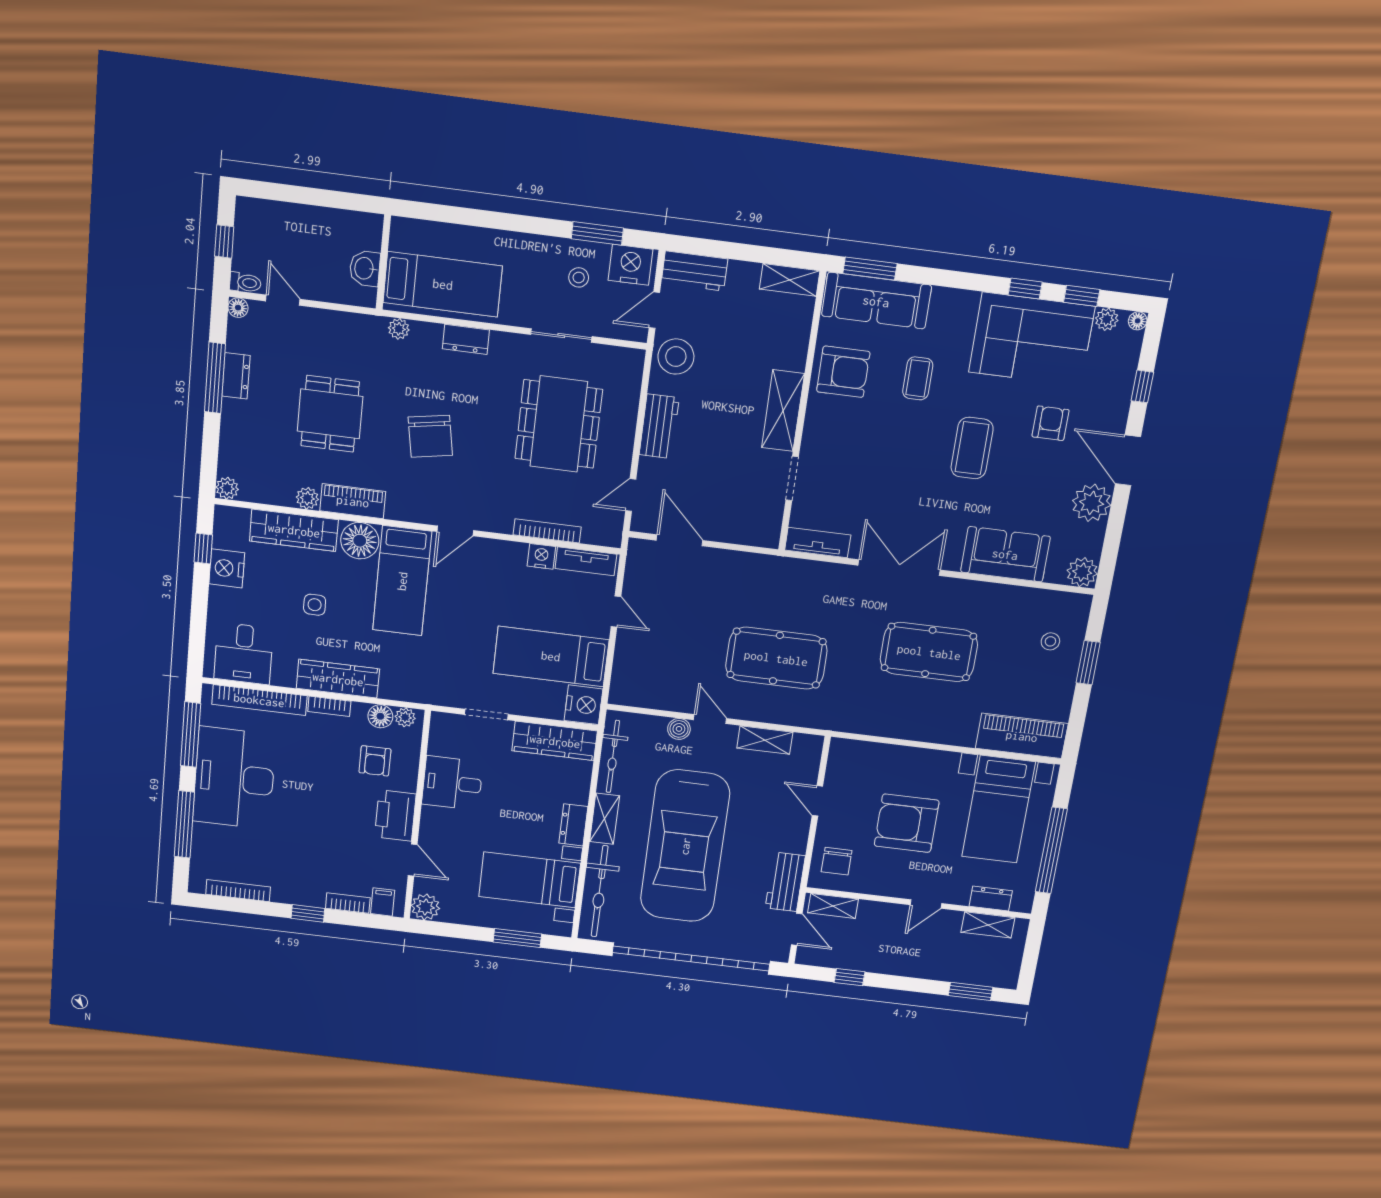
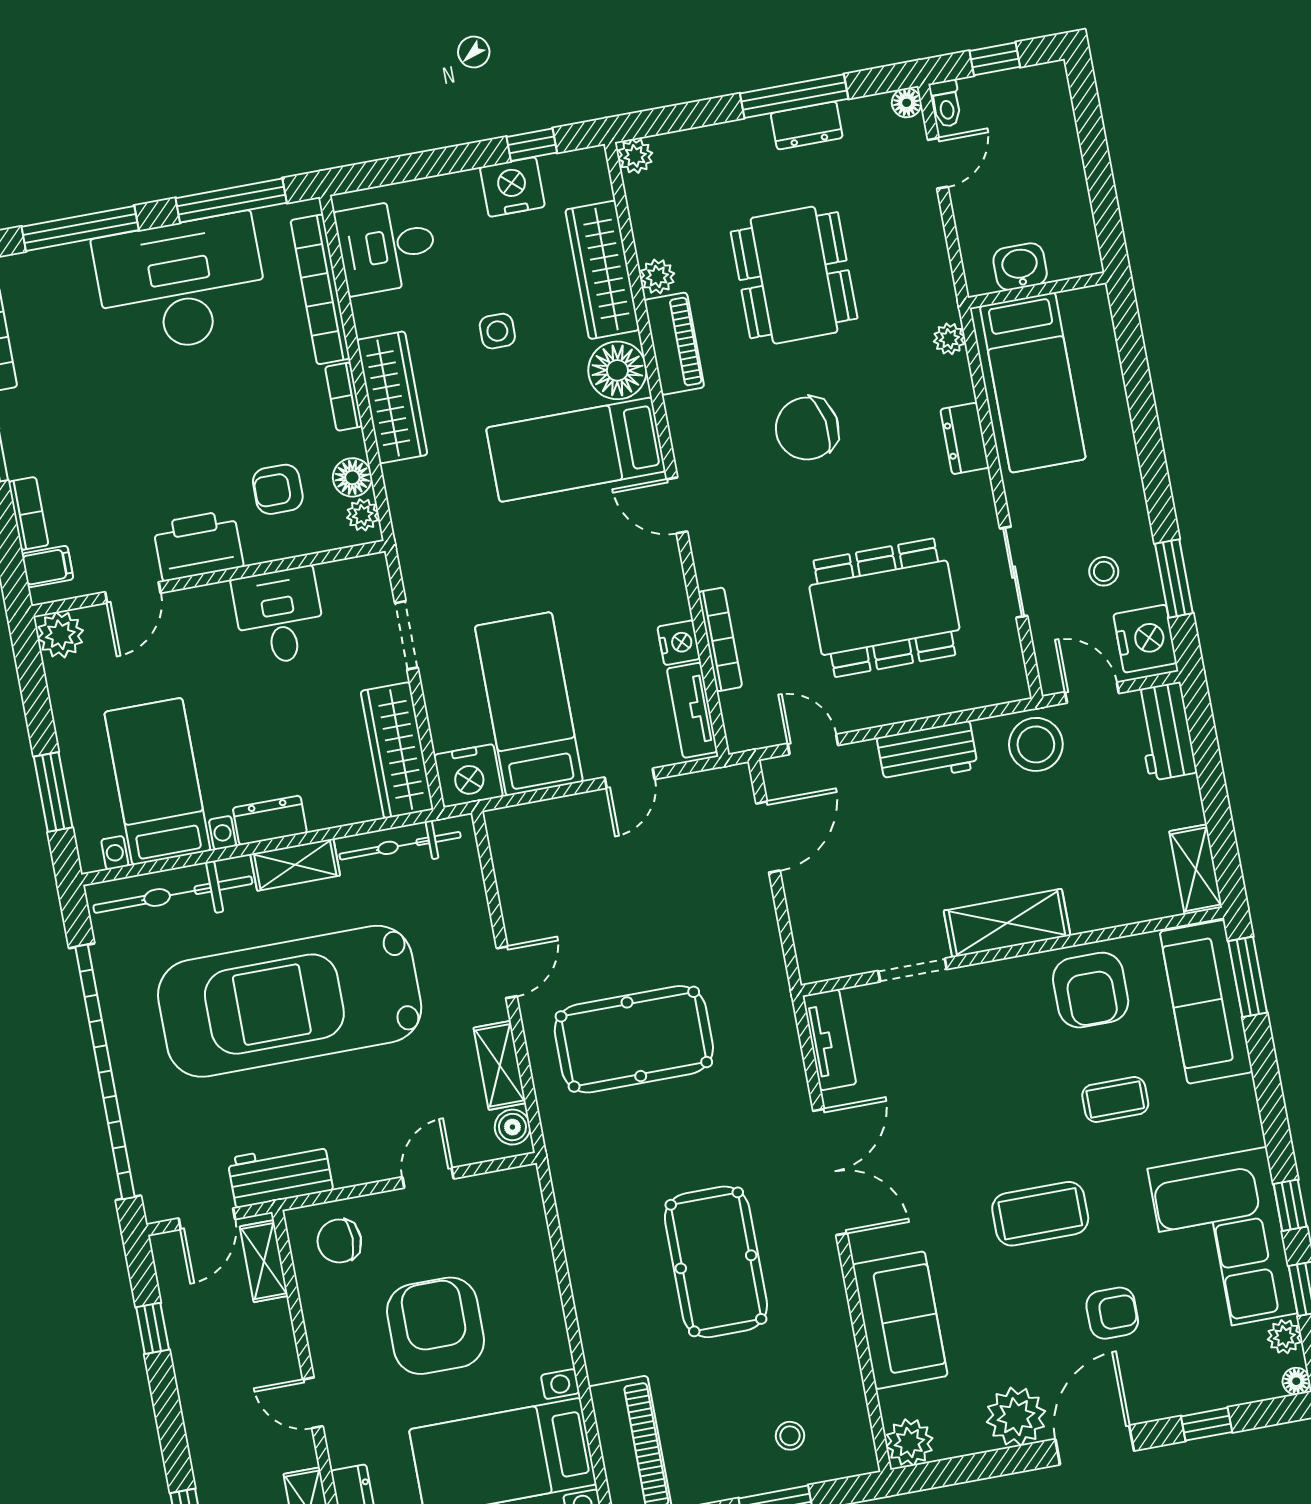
dining table: (330, 414) -> (794, 275), width x1.38
pool table: (776, 658) -> (634, 1039), turned 90
boiler: (679, 729) -> (512, 1127), moved

